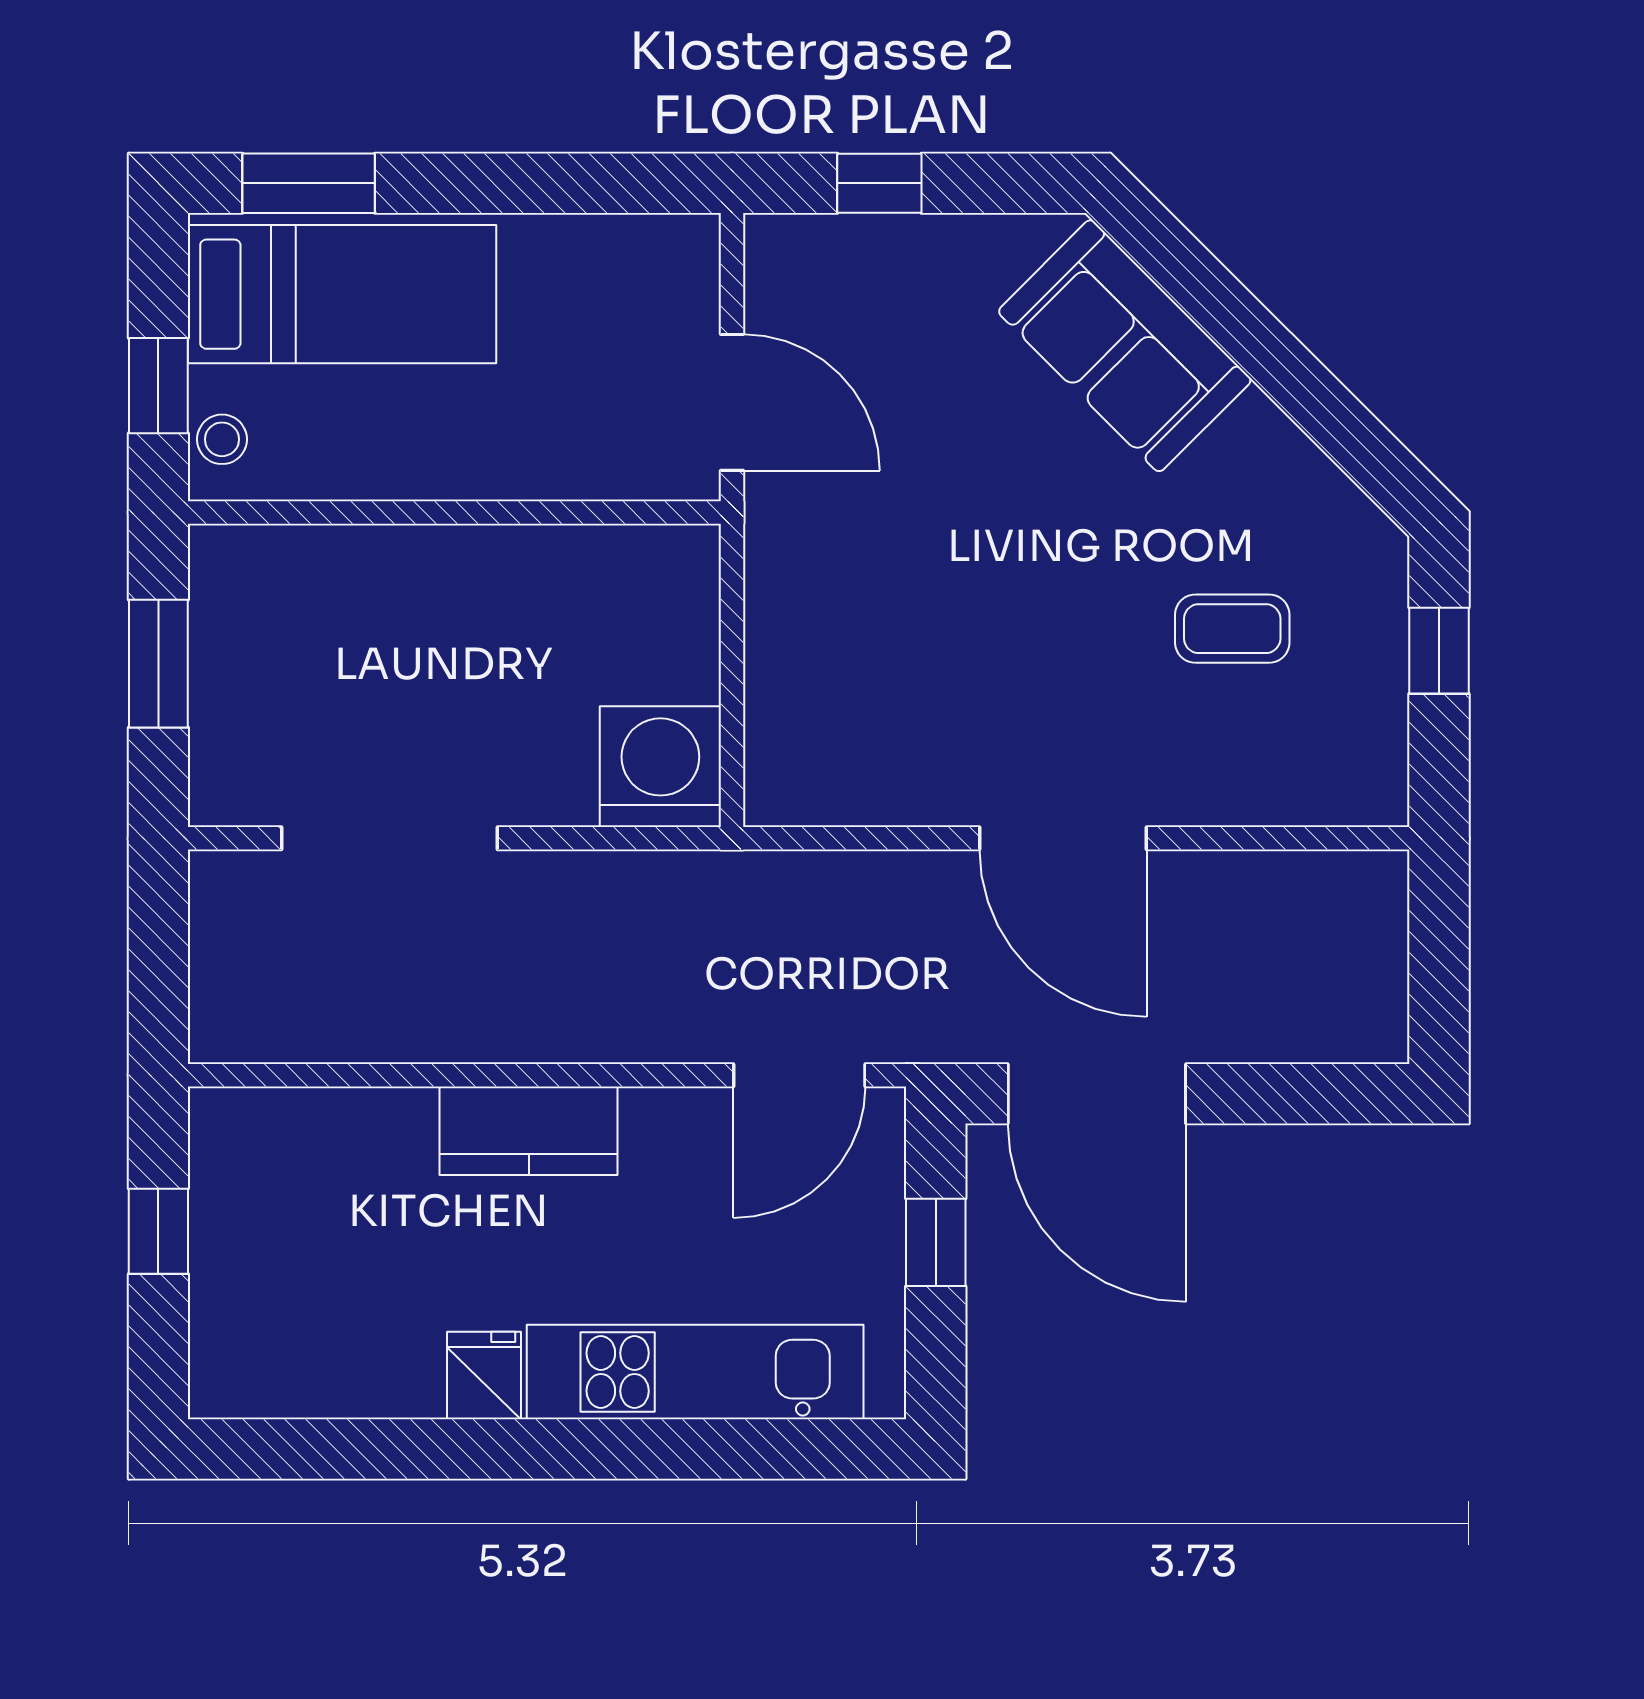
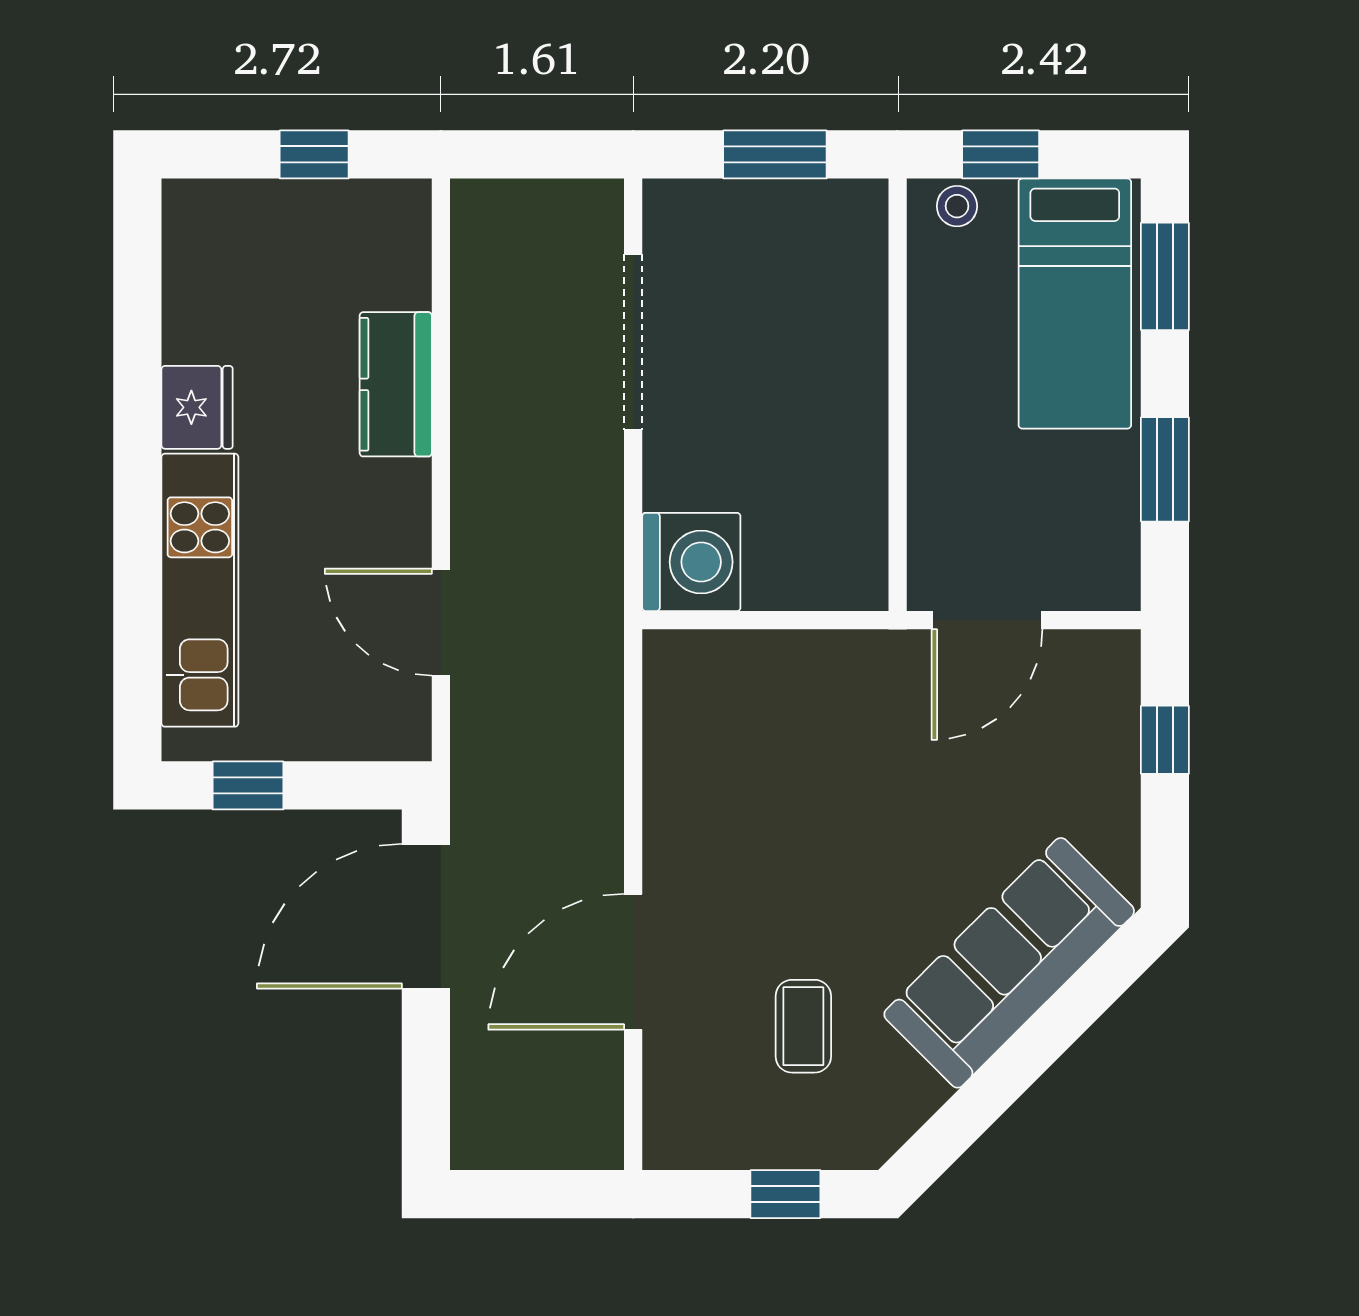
window: (546, 183) -> (1165, 469), added
sofa: (1125, 346) -> (1009, 963), width x1.36
door: (1063, 838) -> (633, 962), moved
door: (799, 1075) -> (441, 622), moved
kitchen counter: (529, 1131) -> (396, 384), moved
window: (936, 1242) -> (248, 785), moved
fridge: (484, 1375) -> (197, 407), width x1.38

